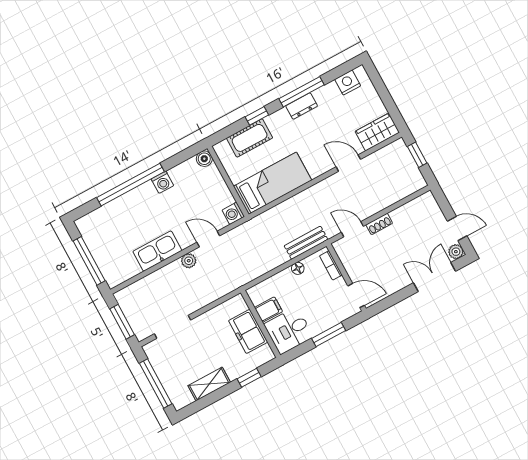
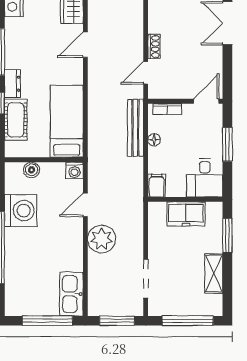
dresser: (302, 106) -> (12, 84), moved
boiler: (204, 159) -> (31, 170), moved
washing machine: (162, 182) -> (21, 211), width x1.89, depth x1.89
bench: (306, 243) -> (135, 128), width x1.36
kitchen sink: (157, 251) -> (71, 294), moved
plant: (189, 261) -> (102, 239), width x1.87, depth x1.87
filing cabinet: (268, 310) -> (157, 186), moved
window: (249, 378) -> (227, 235), width x1.50

